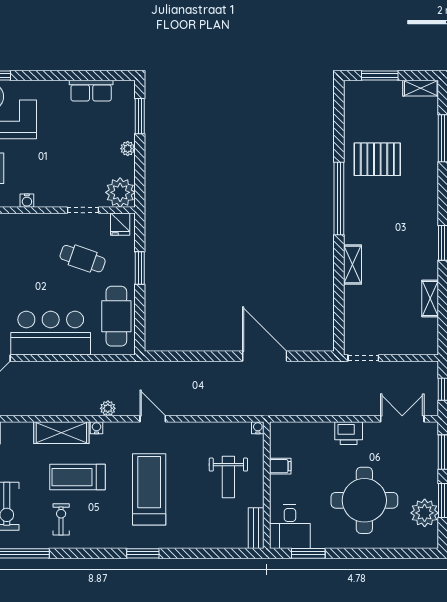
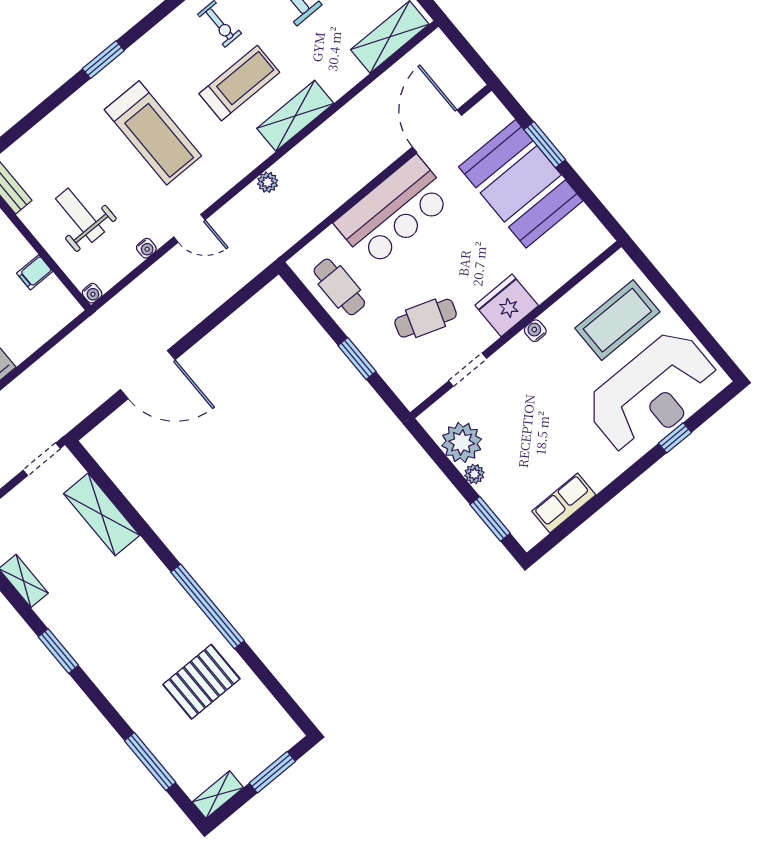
plant: (120, 192) -> (462, 442), moved
fridge: (120, 224) -> (507, 305), moved, width x1.88, depth x1.34
shelving: (352, 265) -> (102, 514), moved, width x1.50, depth x1.33
cafe table: (116, 316) -> (339, 287), width x0.73, depth x0.74
door: (153, 419) -> (189, 228), moved
water cooler: (96, 428) -> (146, 248), moved

